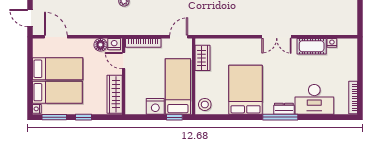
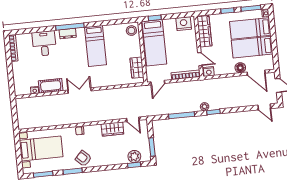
floor lamp: (100, 45) -> (240, 68), moved
bed: (246, 90) -> (96, 46), width x0.67
desk: (314, 99) -> (44, 44), width x0.73
nightstand: (155, 106) -> (184, 24), moved

